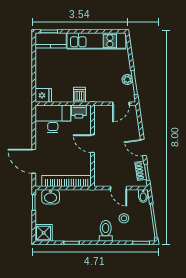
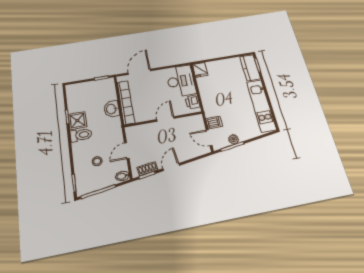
dishwasher: (79, 95) -> (214, 122), moved
washbasin: (51, 197) -> (112, 109), moved
toilet: (106, 231) -> (81, 135), moved
shower: (44, 233) -> (77, 121), moved

